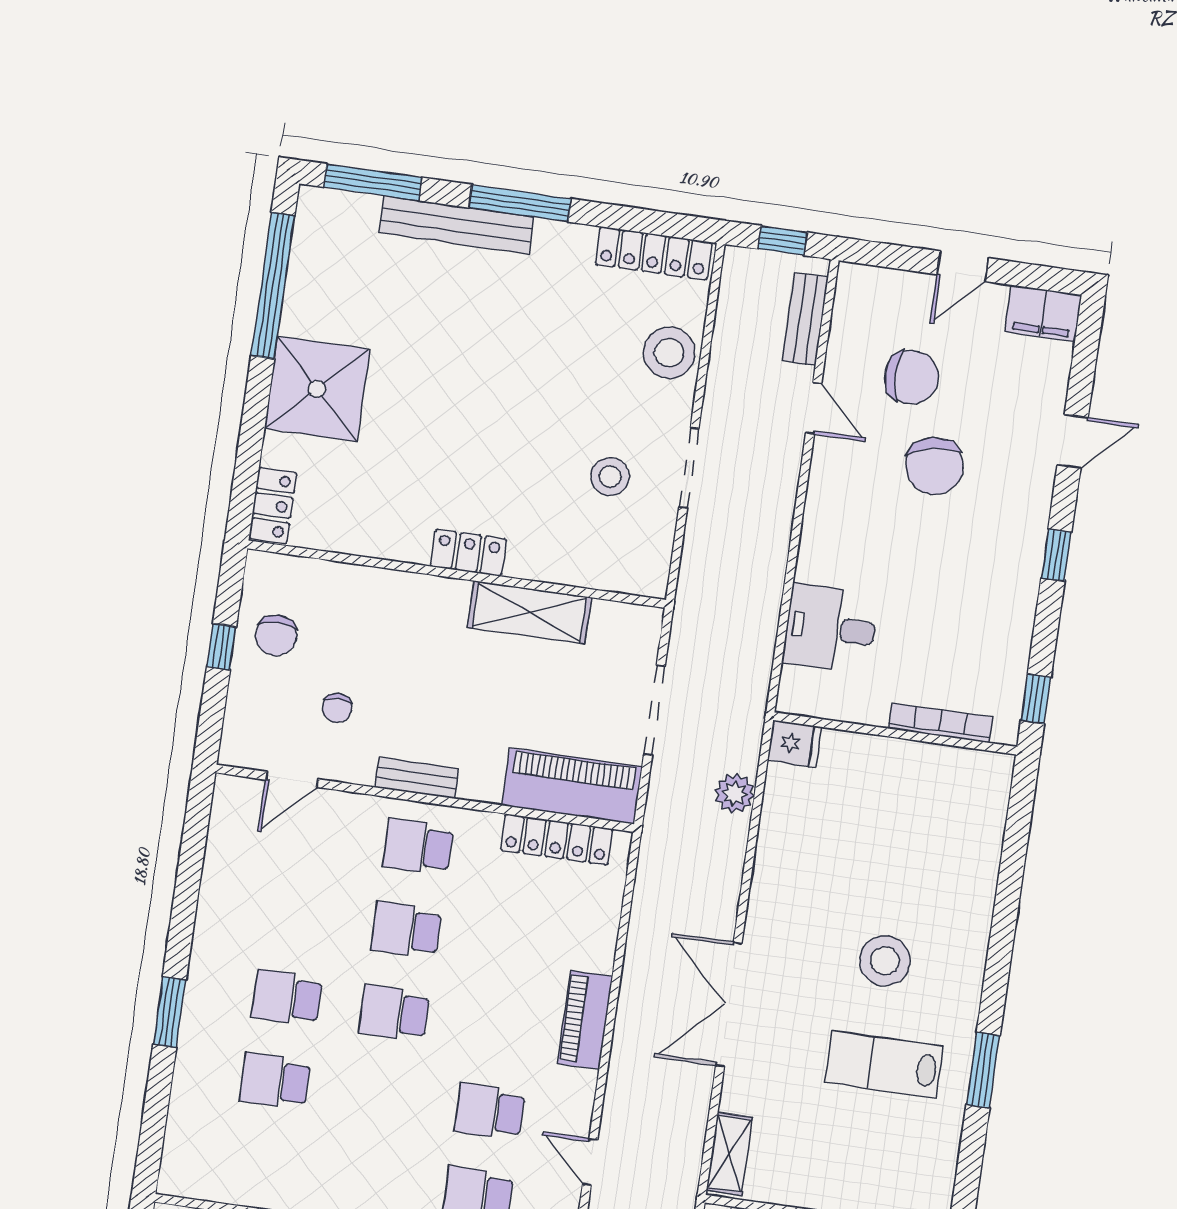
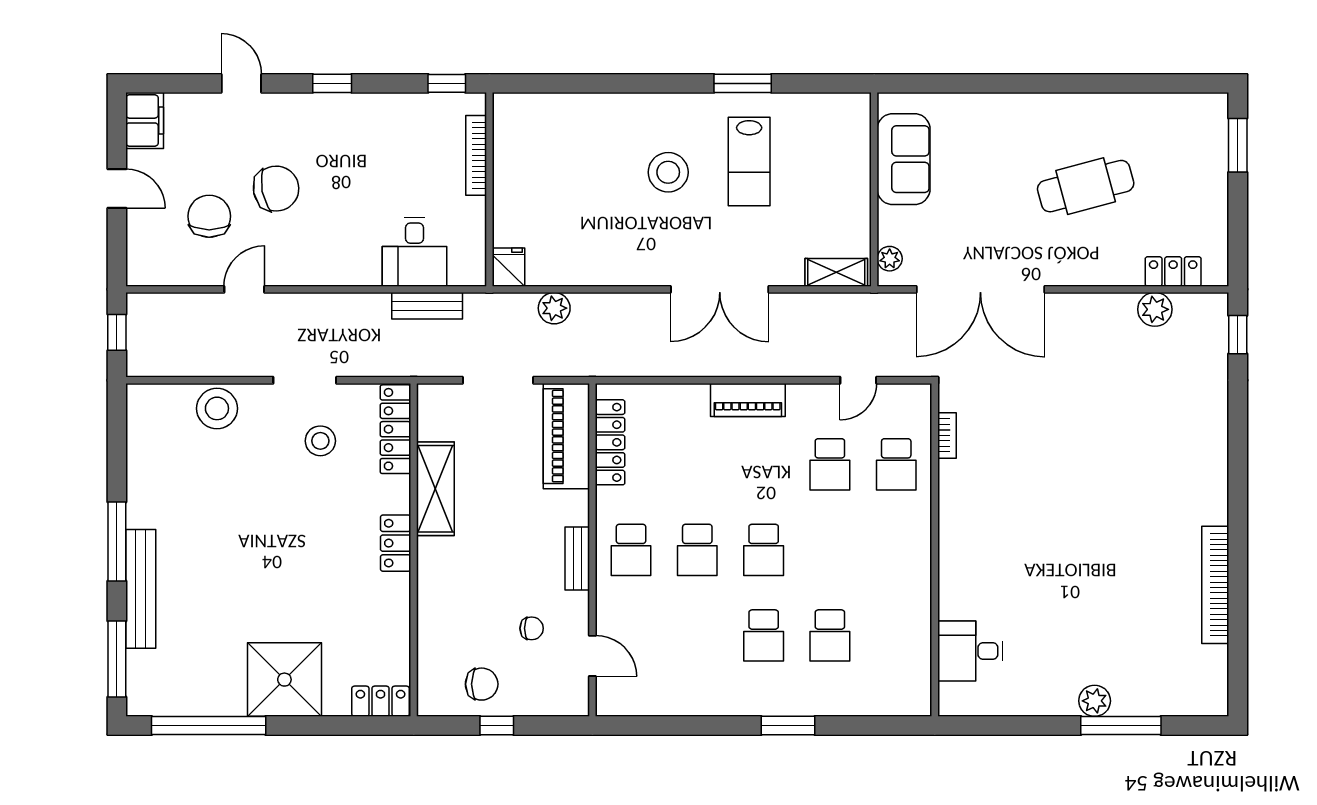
locker: (654, 253) -> (395, 429), moved, turned 180
bench: (805, 319) -> (427, 306), moved

